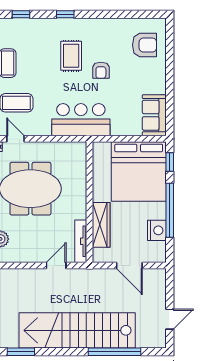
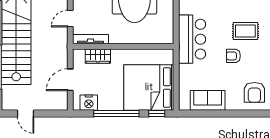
sofa: (154, 115) -> (208, 100), moved
wardrobe: (101, 225) -> (98, 56), width x0.67
nightstand: (157, 230) -> (89, 103), moved
door: (56, 265) -> (70, 19), swing flipped

